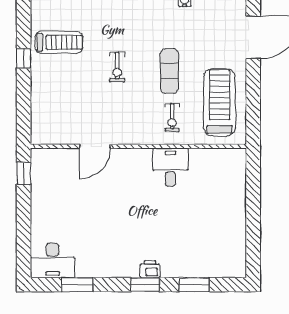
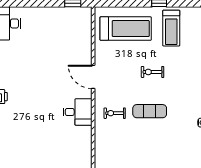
treadmill: (219, 102) -> (126, 29), moved
door: (95, 146) -> (93, 77), moved

